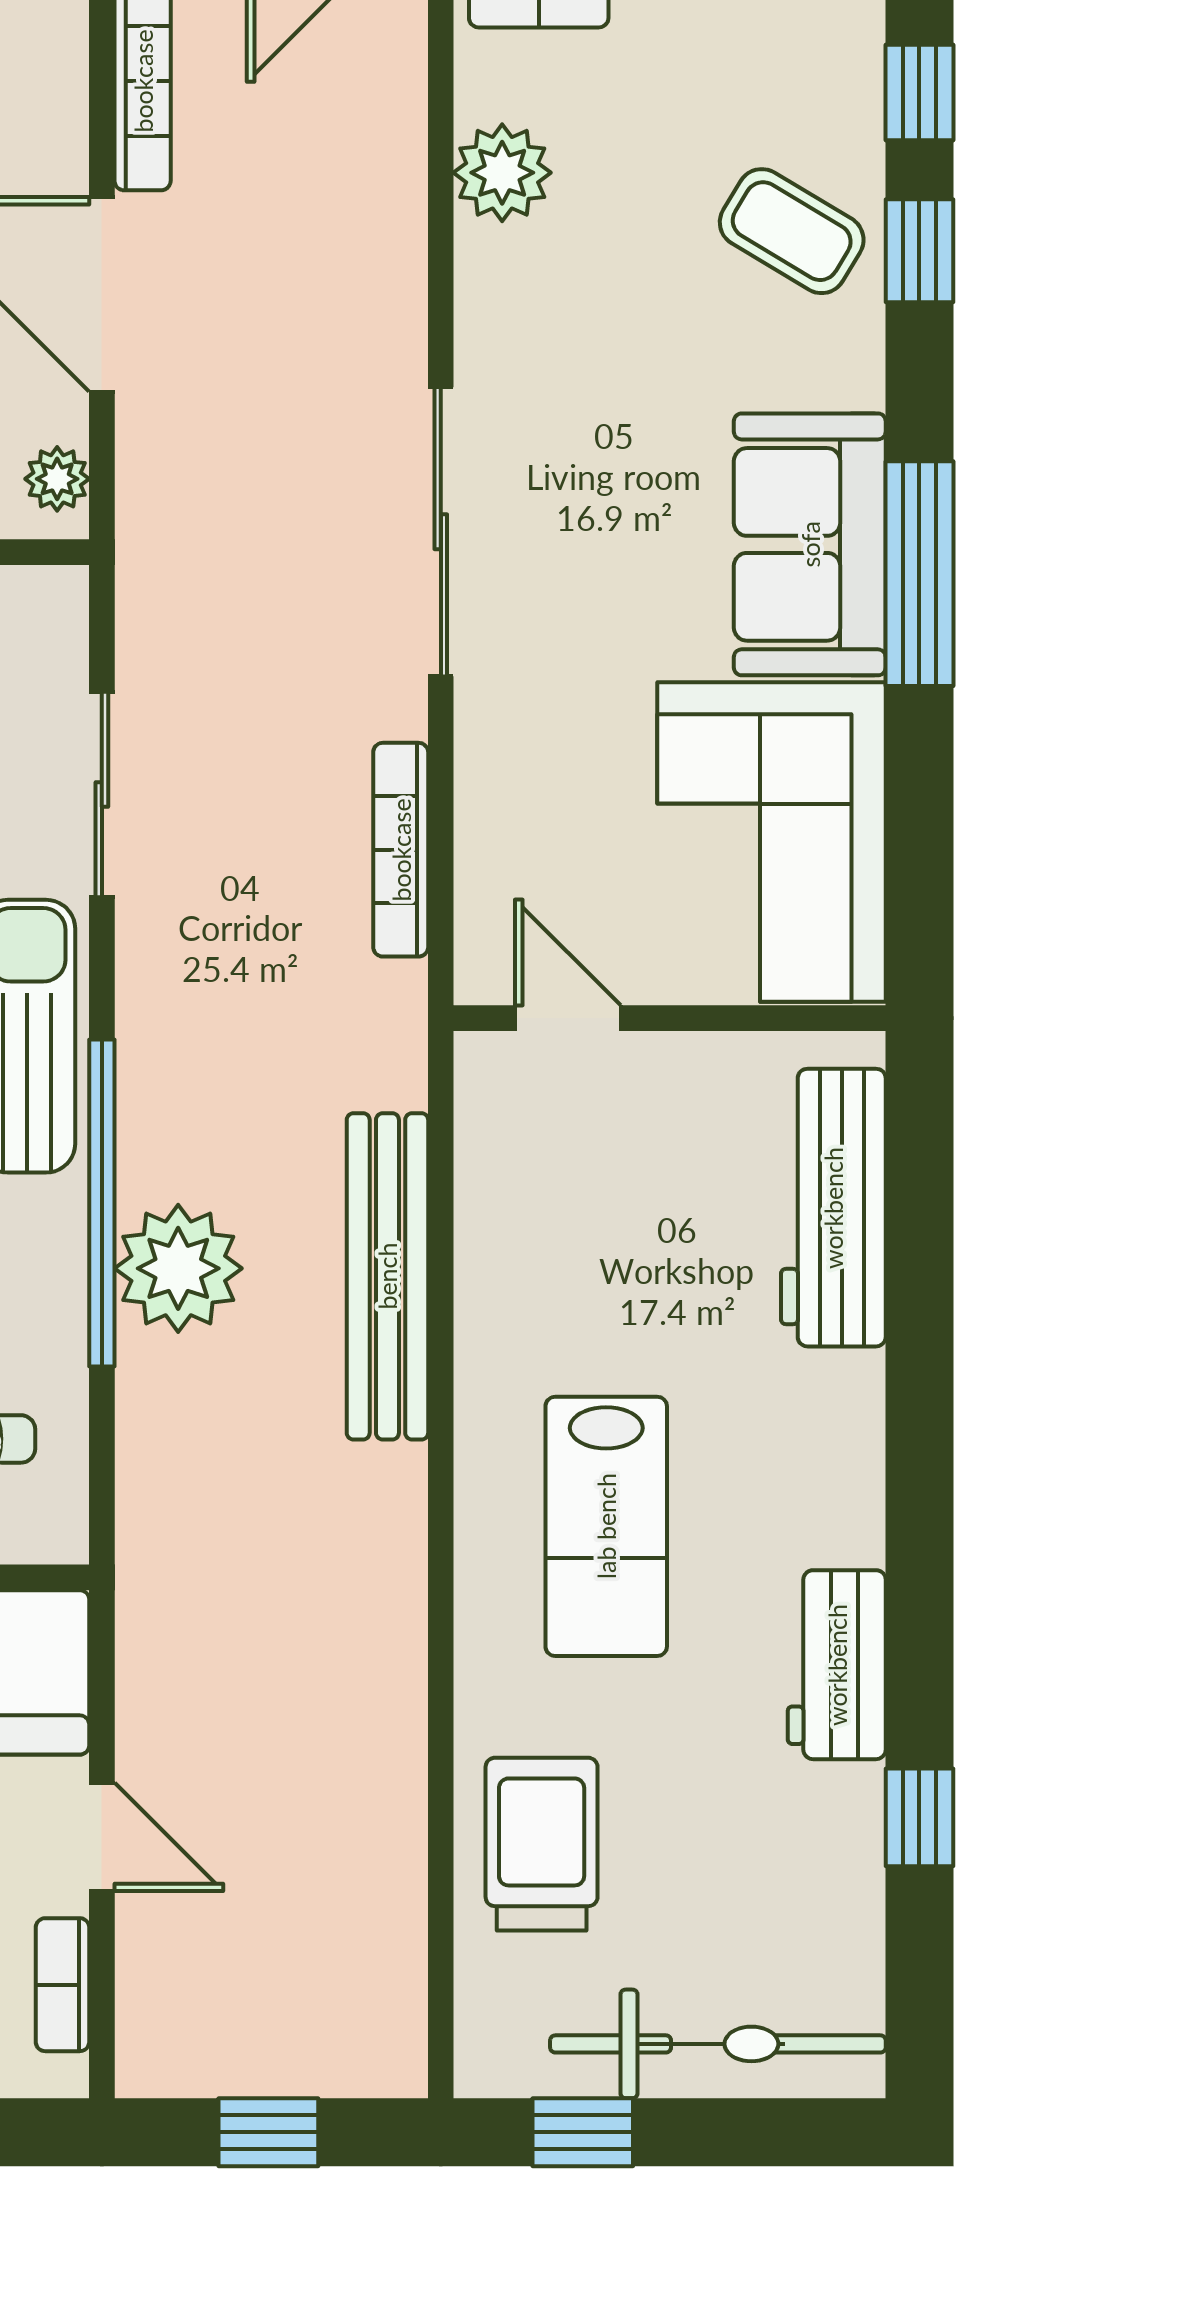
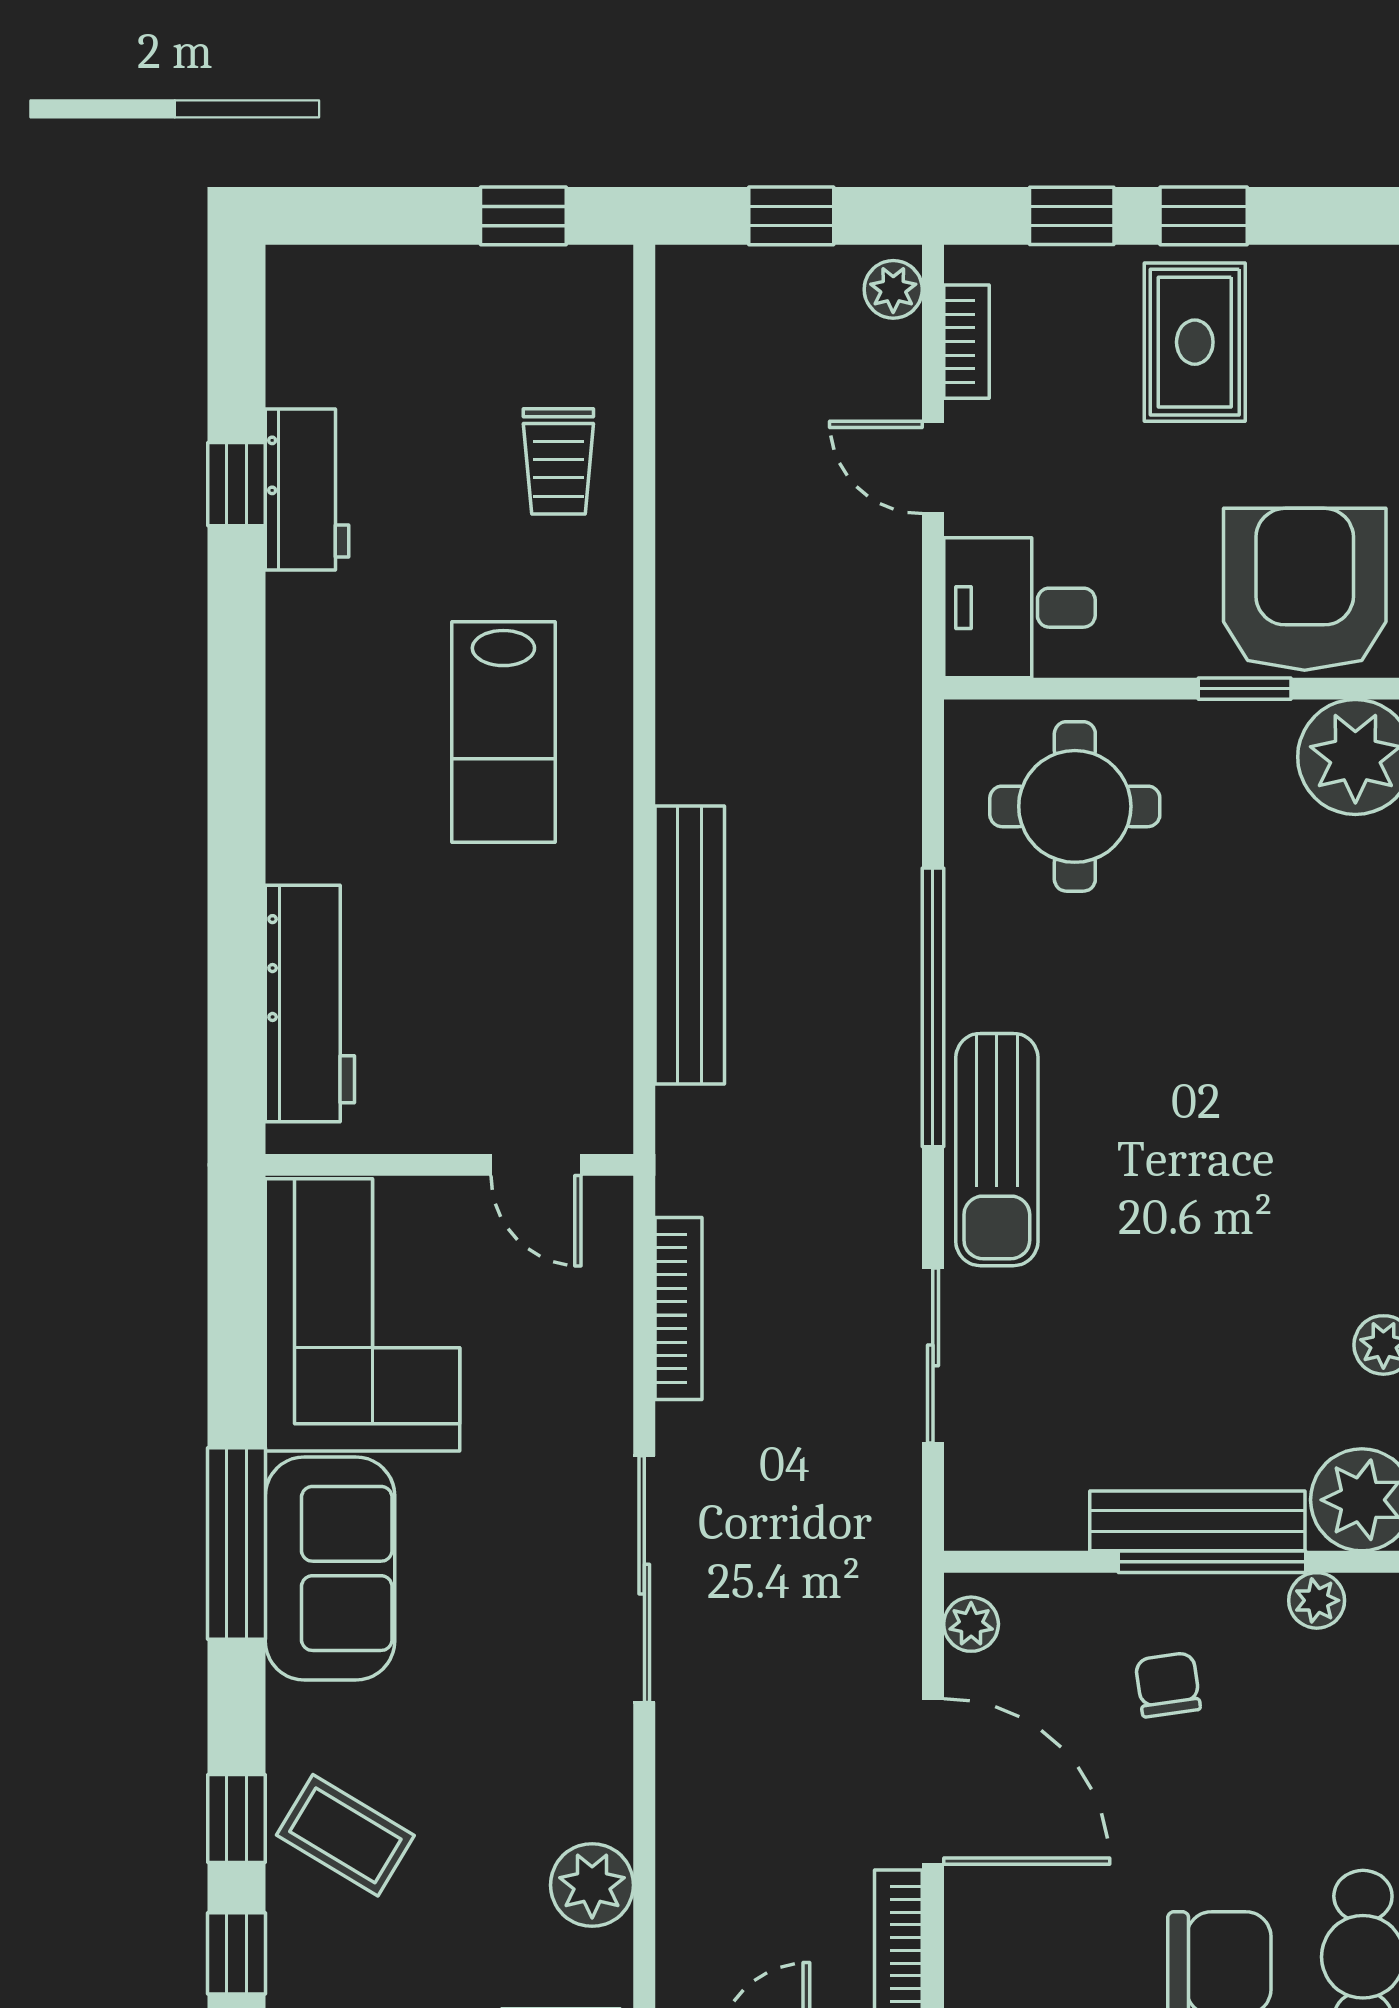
plant: (178, 1268) -> (893, 289), moved, width x0.53, depth x0.53
lab bench: (606, 1526) -> (503, 732), turned 180
workbench: (837, 1665) -> (307, 490), moved
trolley: (542, 1844) -> (558, 461), width x0.73, depth x0.72
bicycle: (718, 2044) -> (408, 291), removed

